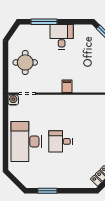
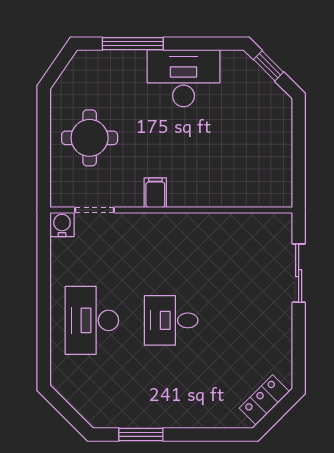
desk: (62, 37) -> (184, 78), width x1.37
filing cabinet: (67, 86) -> (155, 193), moved
desk: (26, 141) -> (92, 320), width x0.73, depth x0.77

